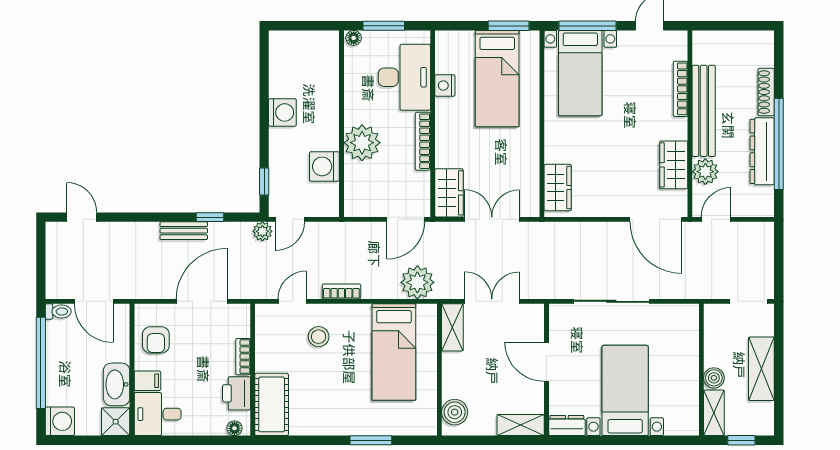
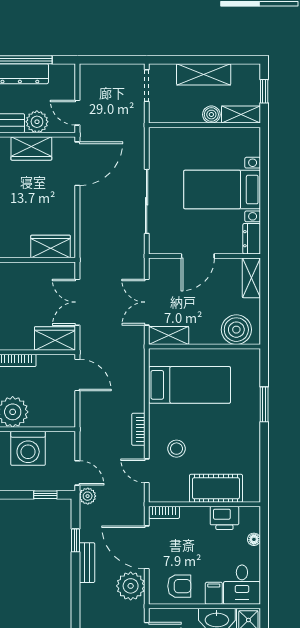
washing machine: (324, 166) -> (28, 448), width x1.37, depth x1.37
plant: (417, 282) -> (131, 586), moved
bookcase: (243, 357) -> (164, 512), moved
cot: (272, 404) -> (216, 488), moved
boiler: (455, 412) -> (236, 330), width x1.37, depth x1.37
floor lamp: (234, 428) -> (254, 539), moved

